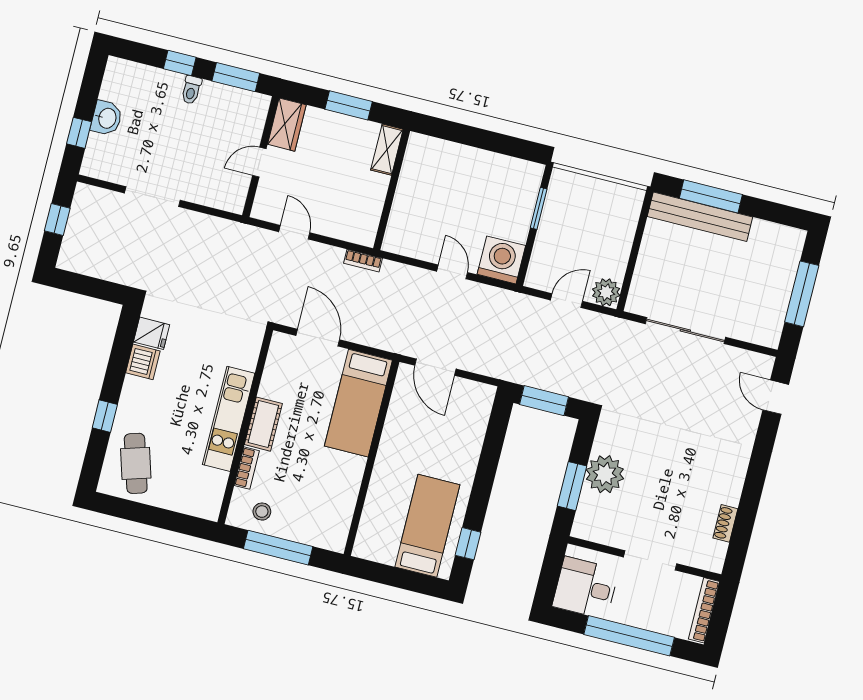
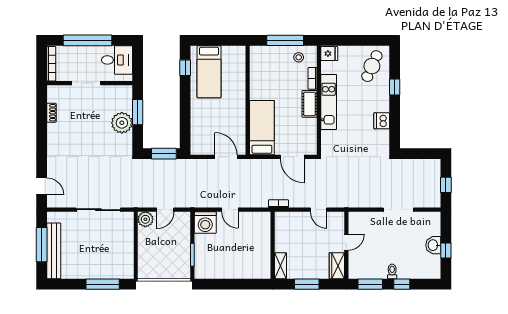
window: (79, 133) -> (446, 250), moved
bench: (700, 217) -> (54, 251), moved, turned 90
fridge: (152, 333) -> (329, 54), moved, turned 180
cafe table: (136, 463) -> (372, 66), turned 41

